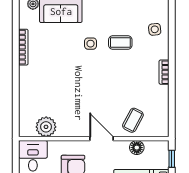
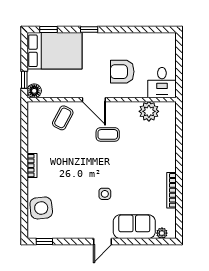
side table: (155, 29) -> (41, 208), width x1.87, depth x1.87
coffee table: (120, 43) -> (108, 134), moved
floor lamp: (137, 148) -> (34, 91), moved

